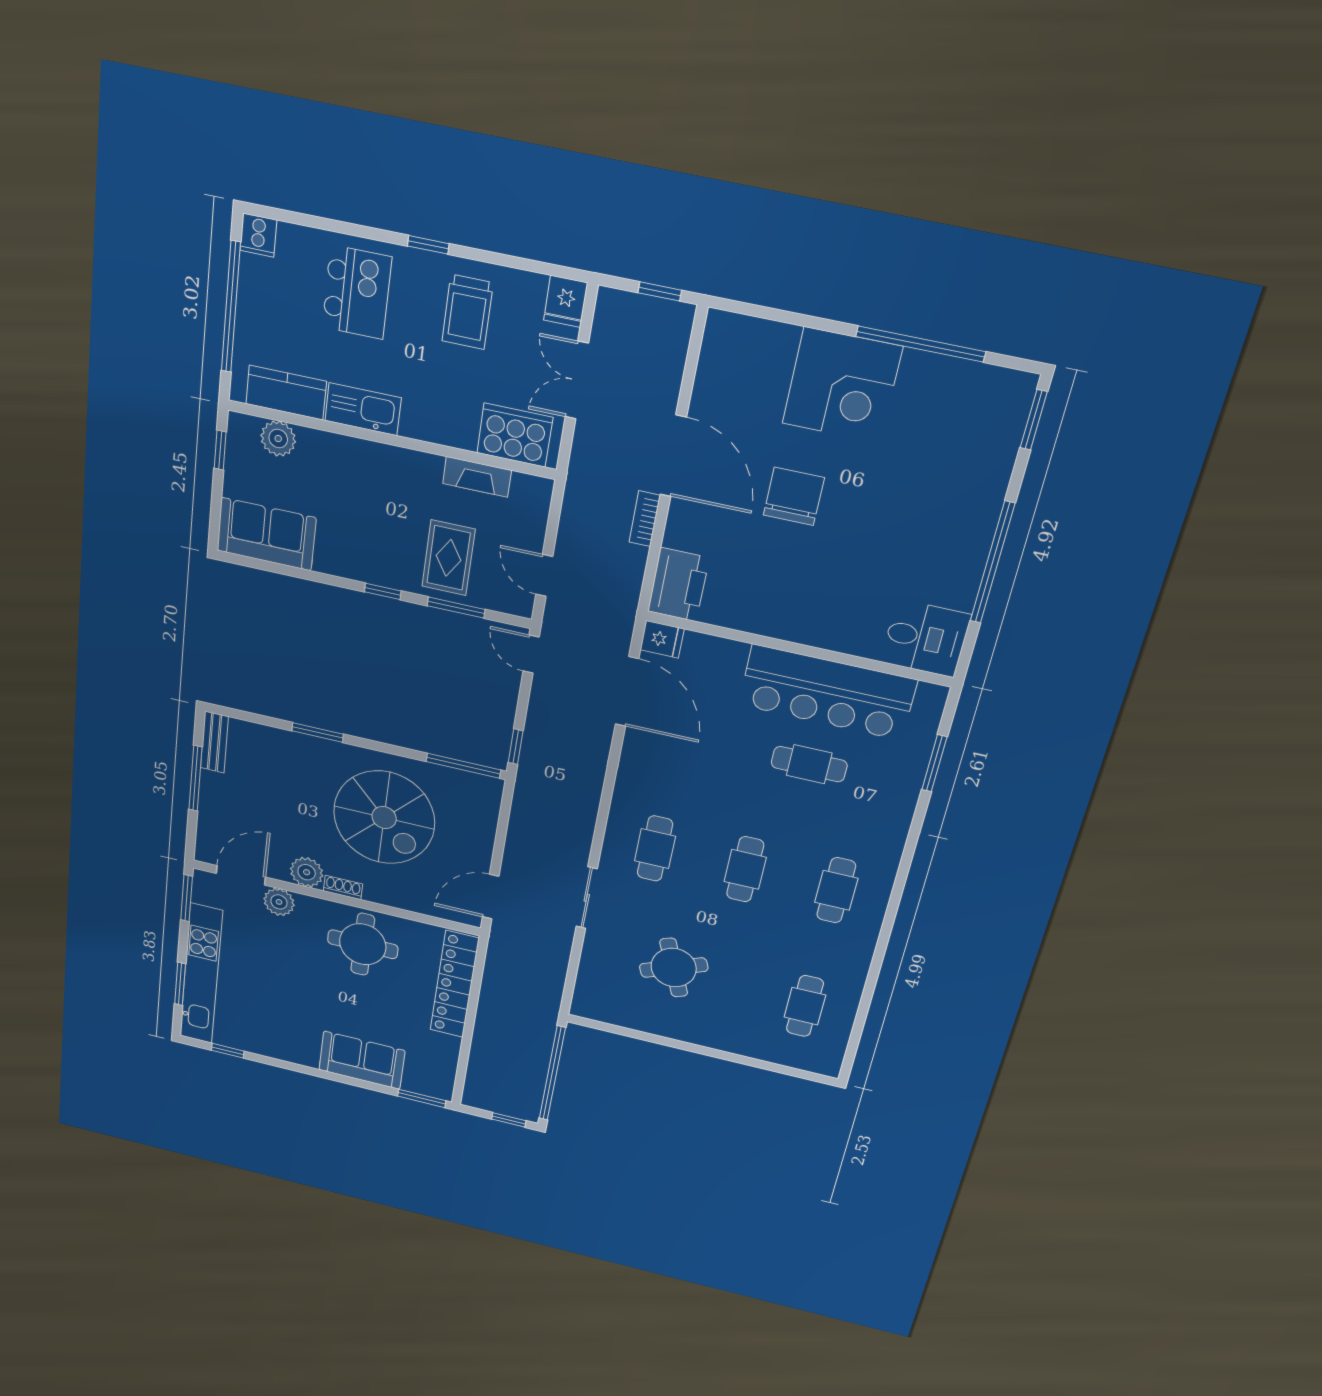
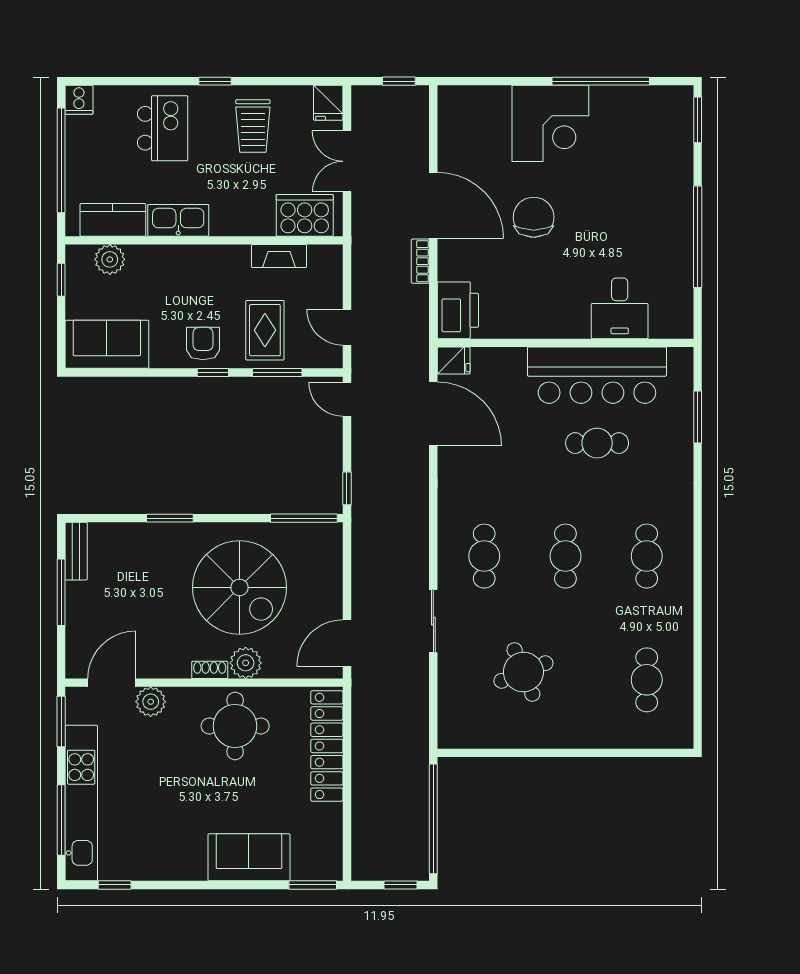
armchair: (375, 557) -> (203, 344), added
desk: (926, 638) -> (620, 308), moved, turned 90
plant: (307, 872) -> (246, 663), moved
window: (180, 984) -> (61, 820), width x1.44

